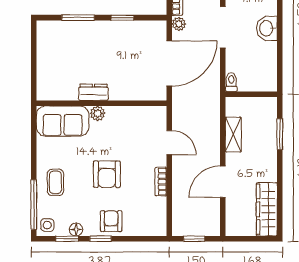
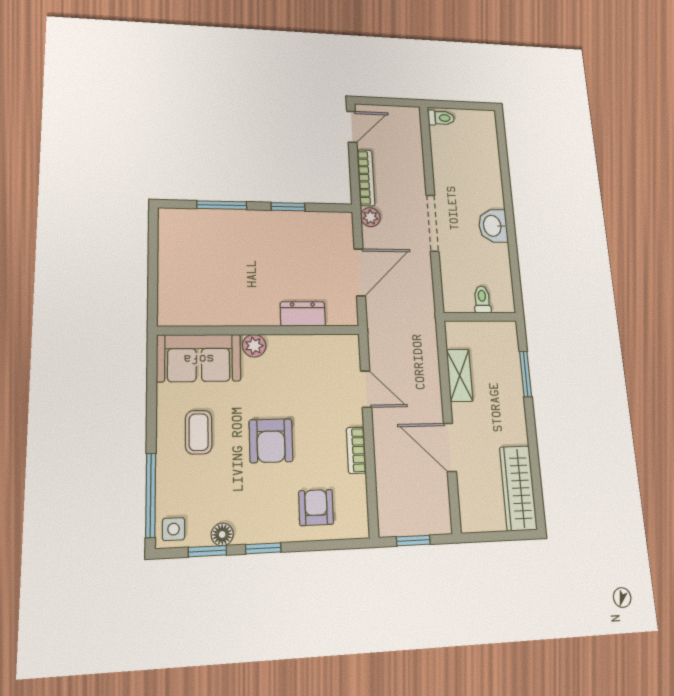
door: (169, 63) -> (360, 272), width x0.73
toilet: (231, 82) -> (482, 299), moved
dresser: (93, 92) -> (303, 314), moved
coffee table: (55, 182) -> (199, 432), moved
door: (223, 182) -> (450, 447), hinge flipped
armchair: (111, 221) -> (316, 507), moved

